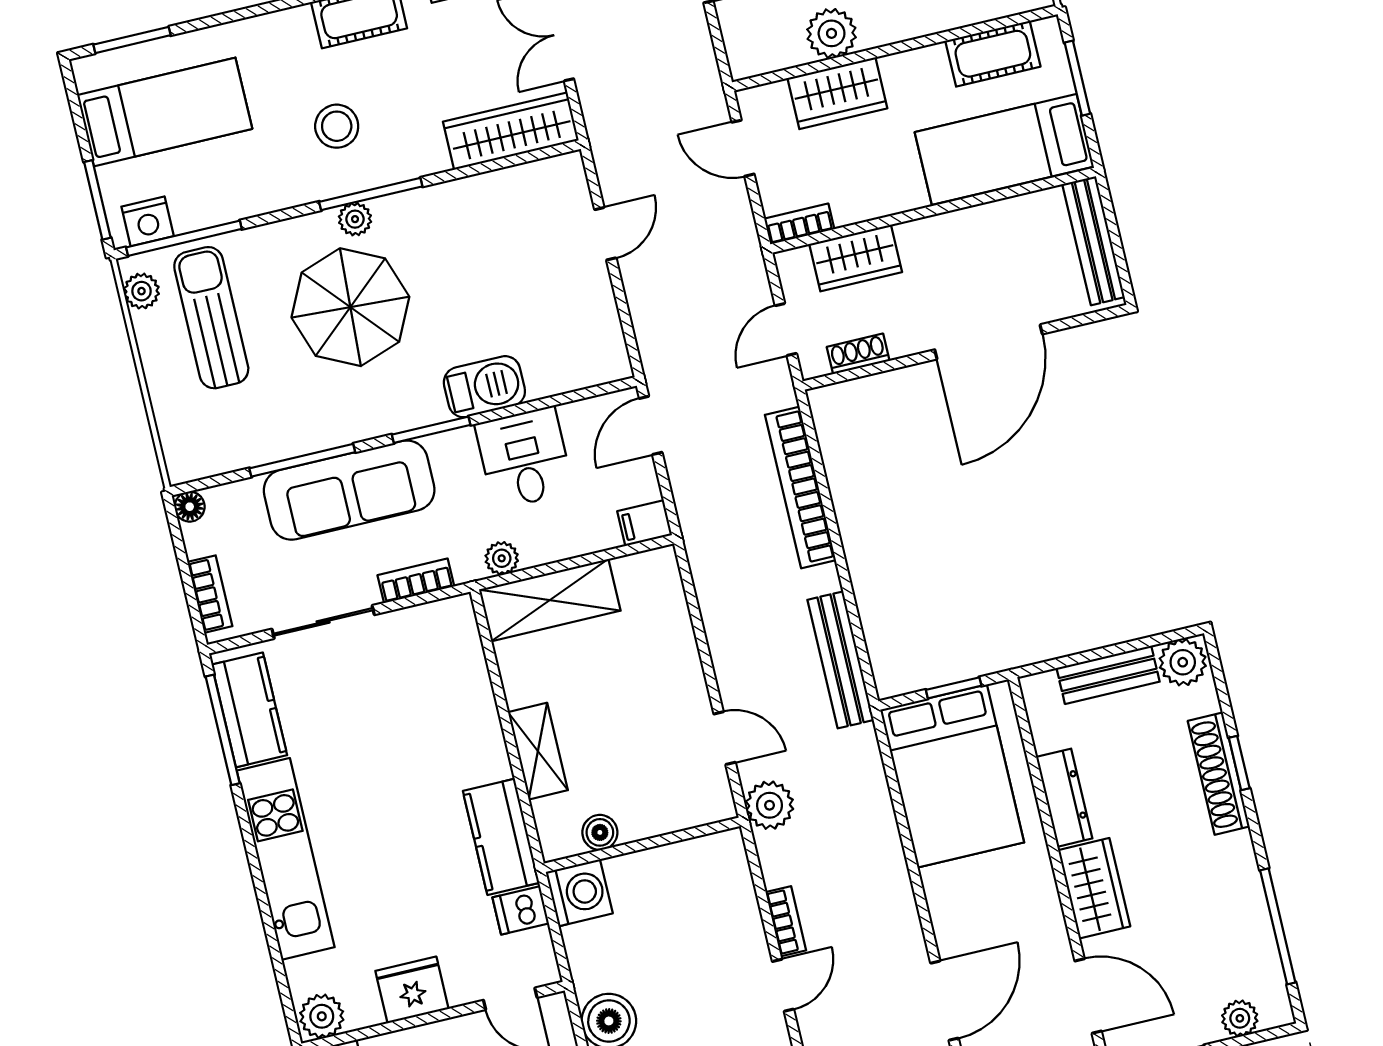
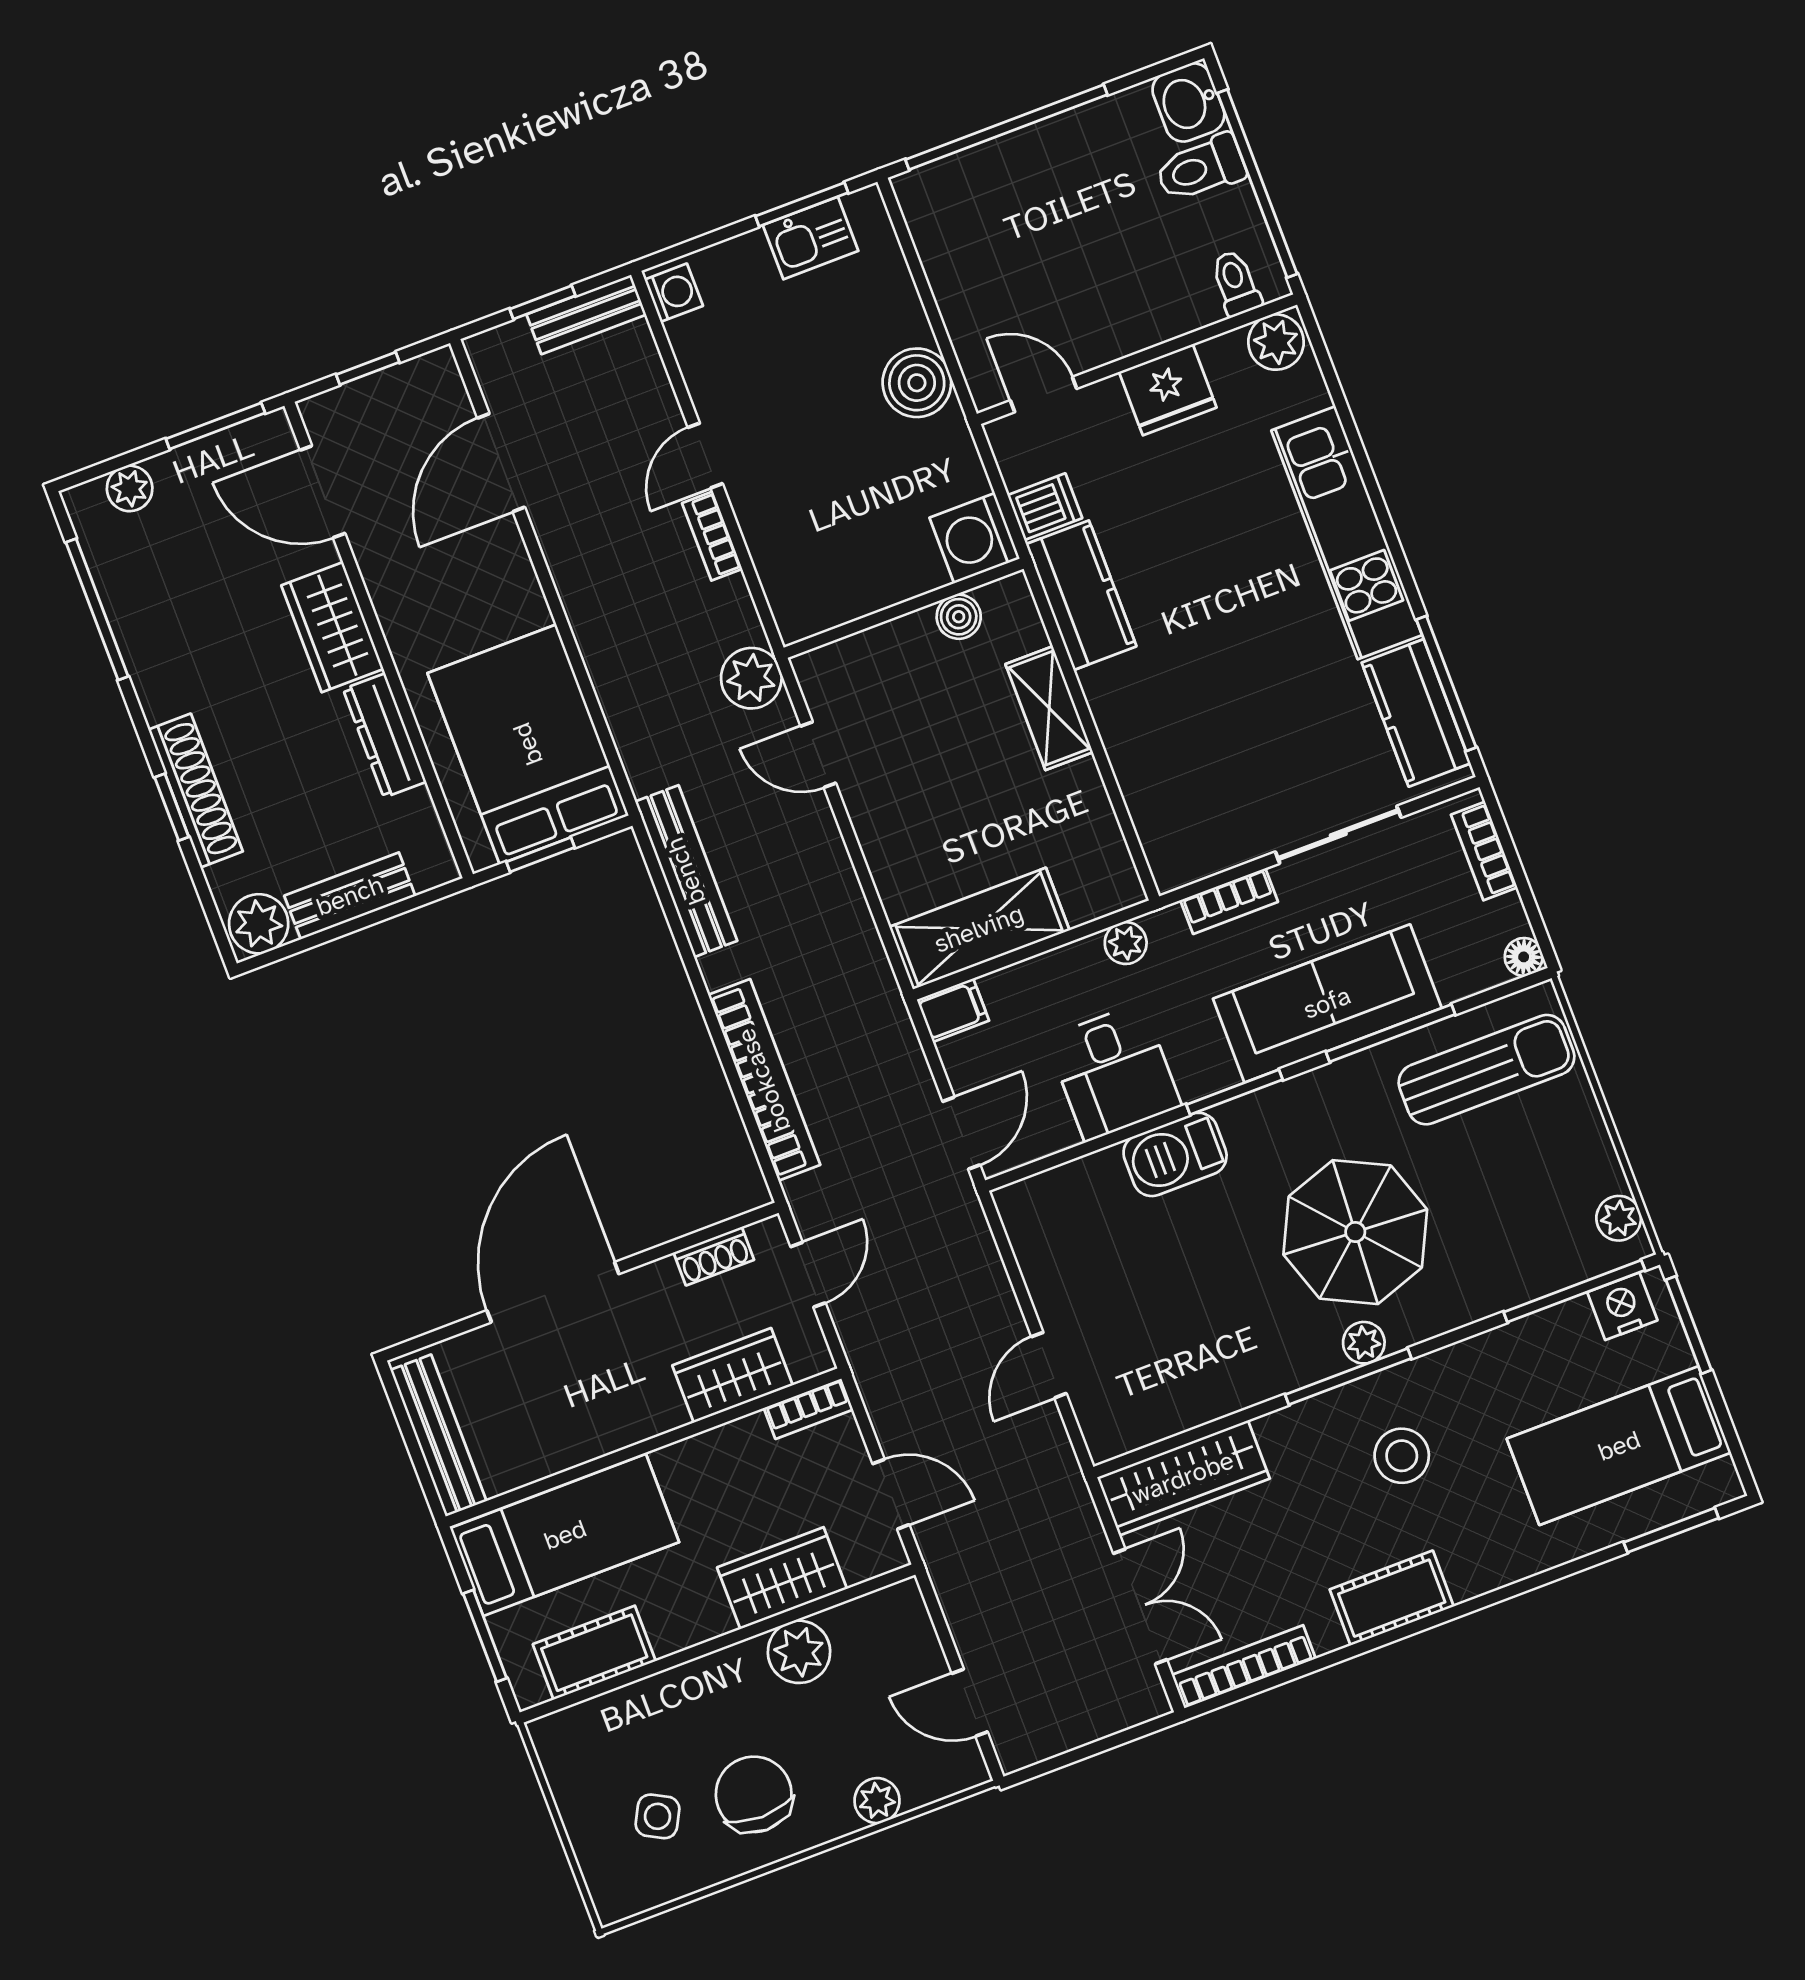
sun lounger: (211, 318) -> (1487, 1070), moved, turned -90
shelving: (550, 600) -> (979, 929), moved

